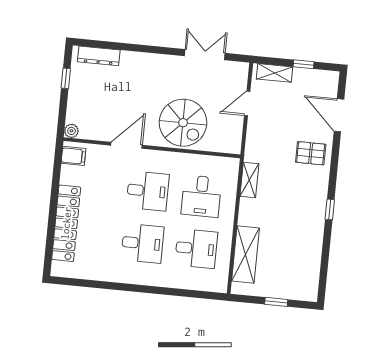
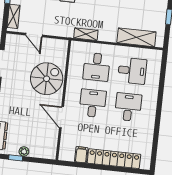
plant: (71, 131) -> (24, 151), moved
filing cabinet: (73, 156) -> (81, 155), moved
desk: (201, 196) -> (97, 67), turned 90
desk: (196, 249) -> (132, 71), turned 90

